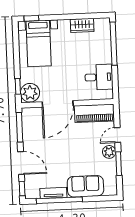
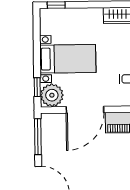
bed with nightstands: (39, 43) -> (68, 59), moved, turned -90

